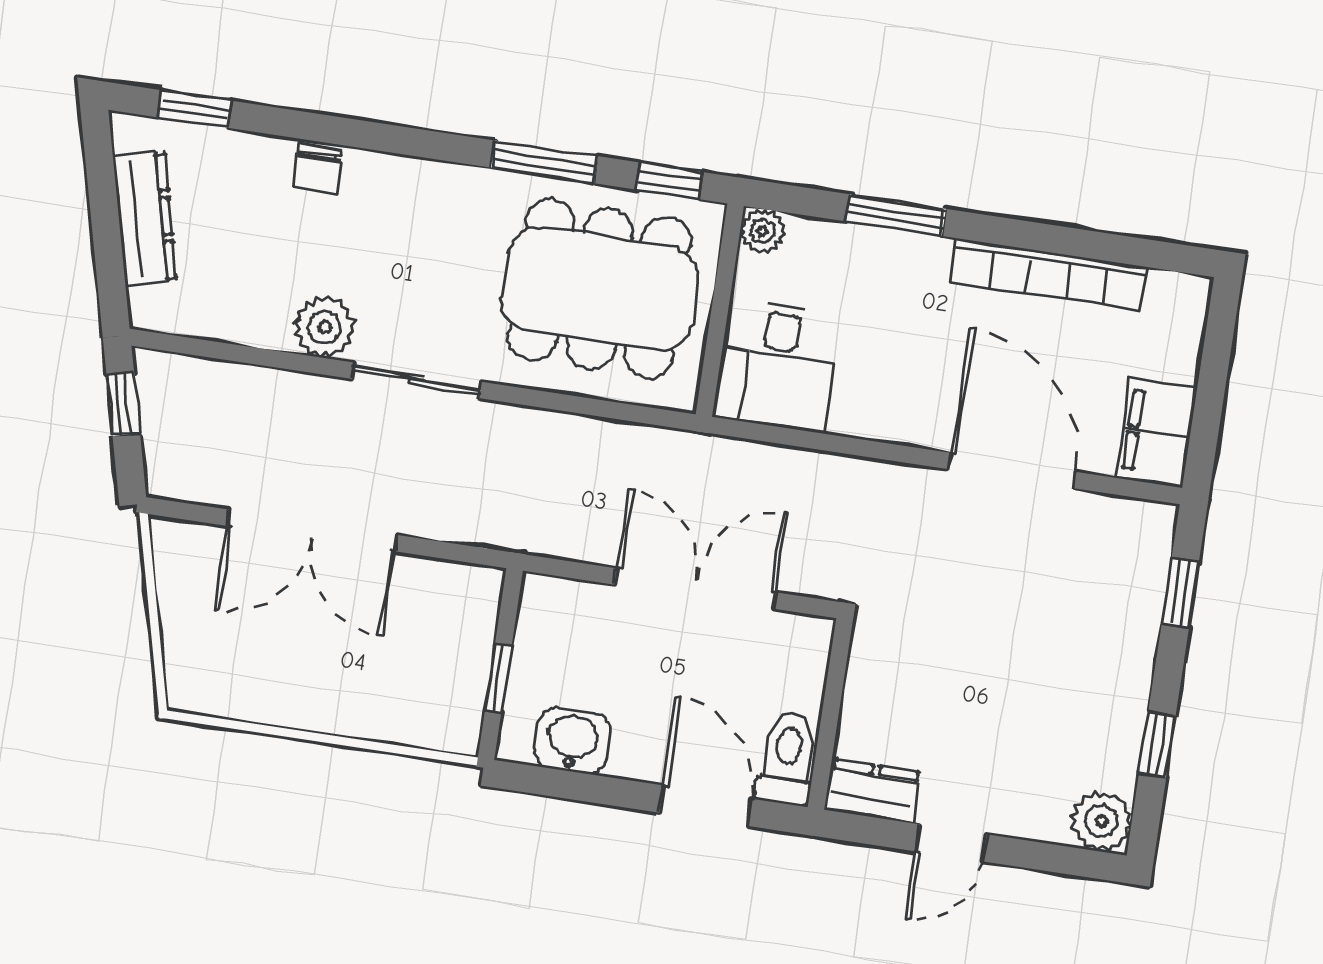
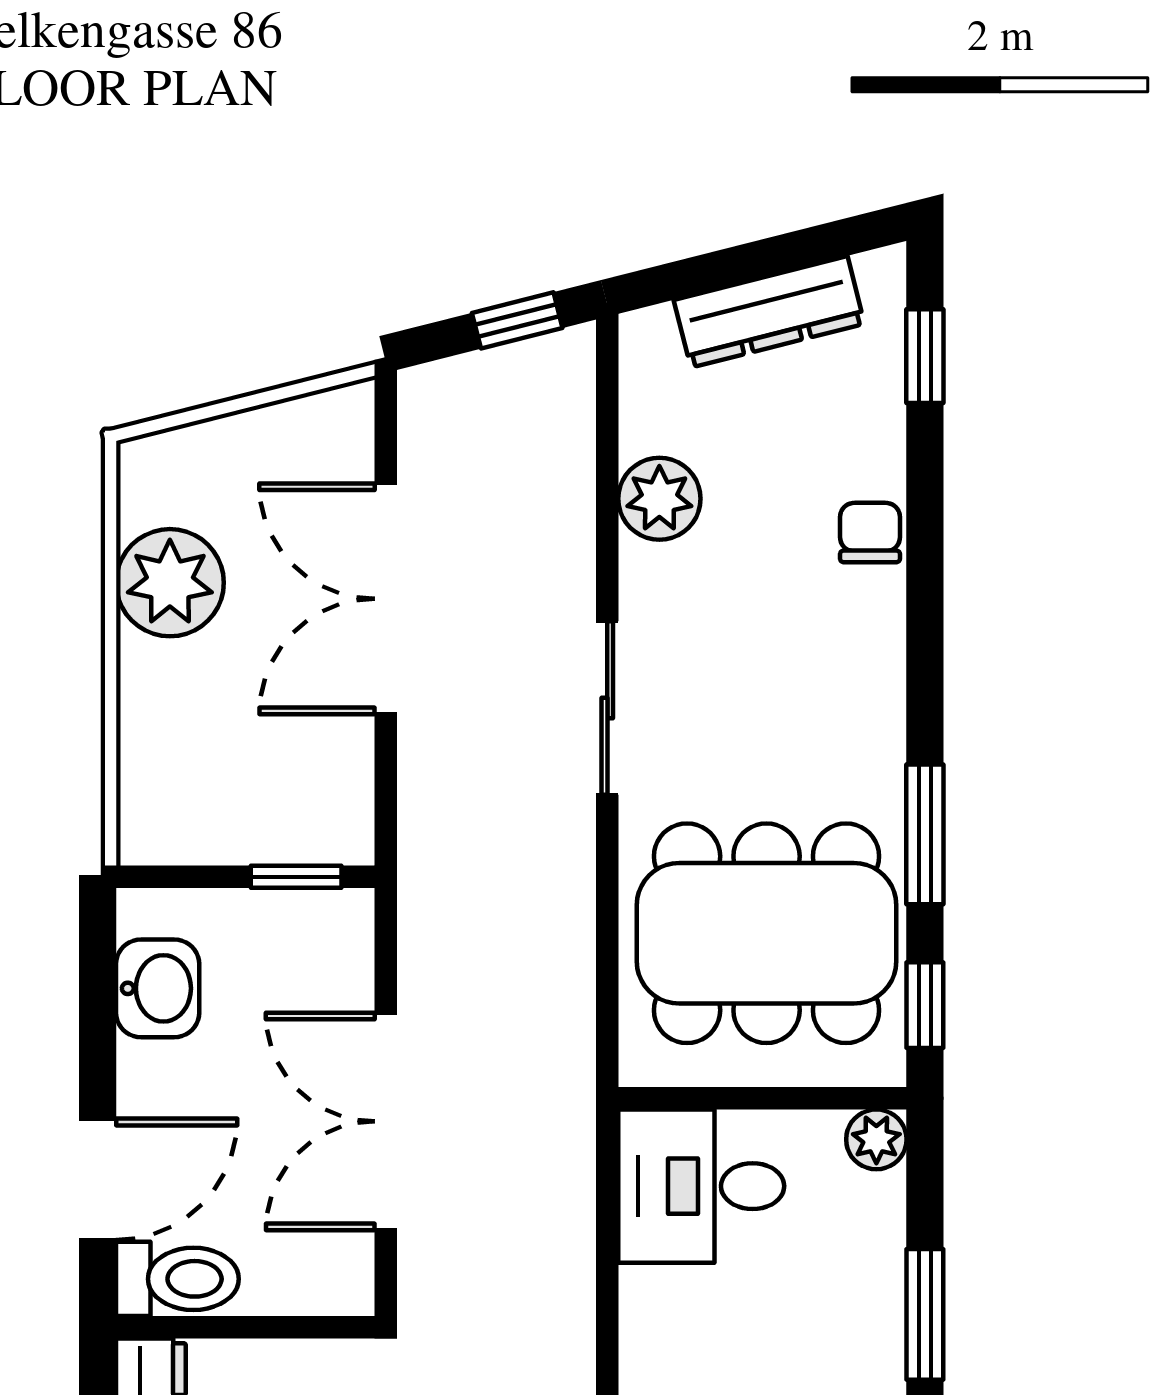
chair: (317, 169) -> (870, 532), turned 90
dining table: (599, 289) -> (767, 933), turned 90
plant: (324, 327) -> (659, 499), moved
double door: (695, 588) -> (386, 1121), swing flipped
window: (498, 678) -> (296, 877), moved
plant: (277, 687) -> (170, 583), added

